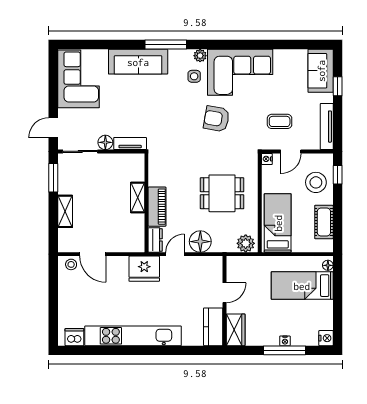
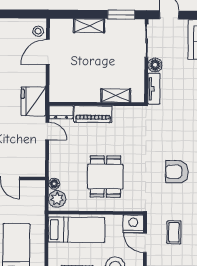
armchair: (216, 119) -> (177, 172), turned -100
nightstand: (267, 159) -> (133, 224), width x1.89, depth x1.79
shelving: (138, 197) -> (116, 96), moved
floor lamp: (200, 242) -> (54, 184), moved, width x0.53, depth x0.53

